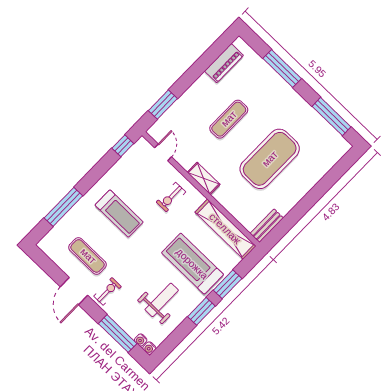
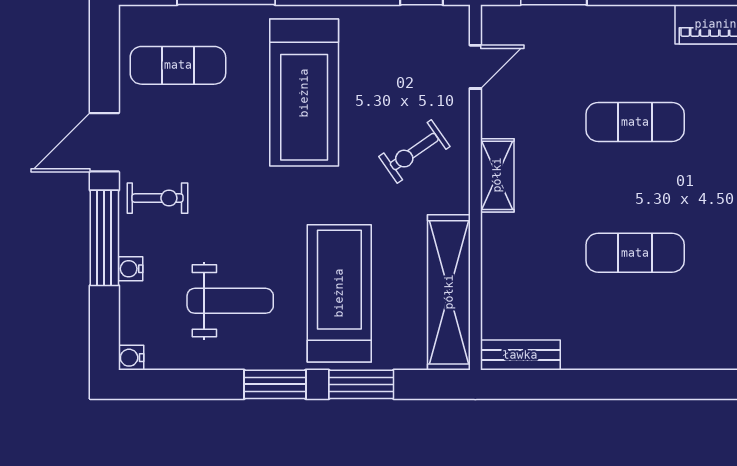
exercise mat: (270, 159) -> (635, 253), width x0.50, depth x0.69
exercise bike: (171, 197) -> (414, 152), turned -35
treadmill: (119, 214) -> (304, 93), width x1.37, depth x1.38
exercise mat: (88, 256) -> (178, 65), moved, turned 90
window: (118, 334) -> (104, 238), moved
water cooler: (141, 340) -> (131, 269), moved

